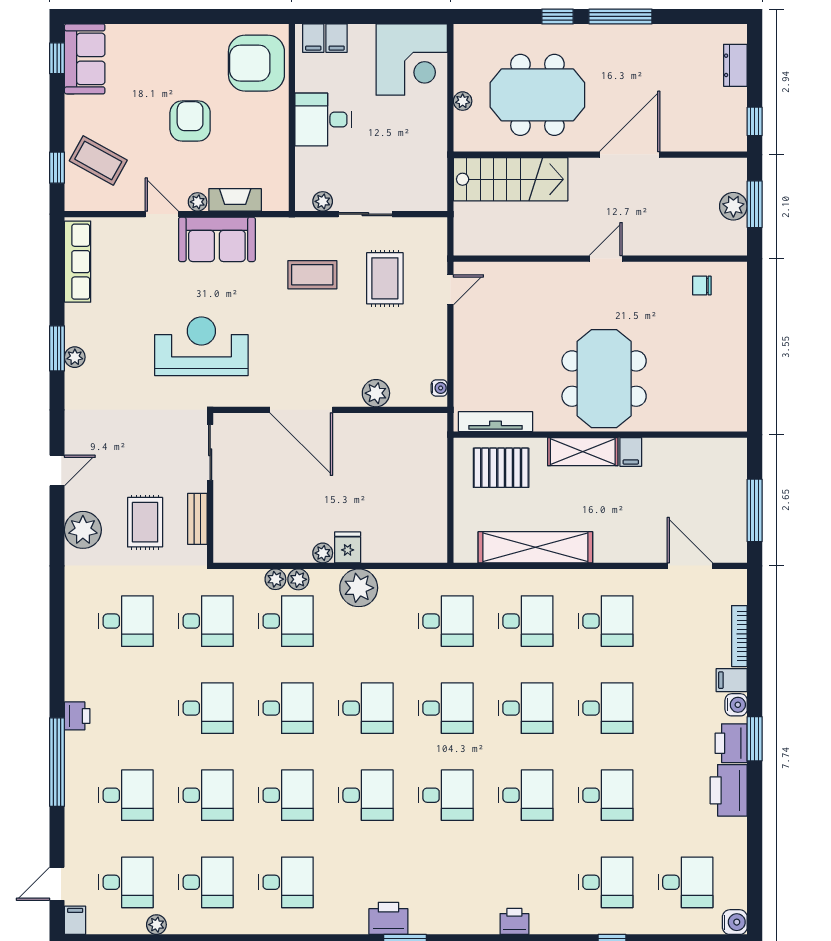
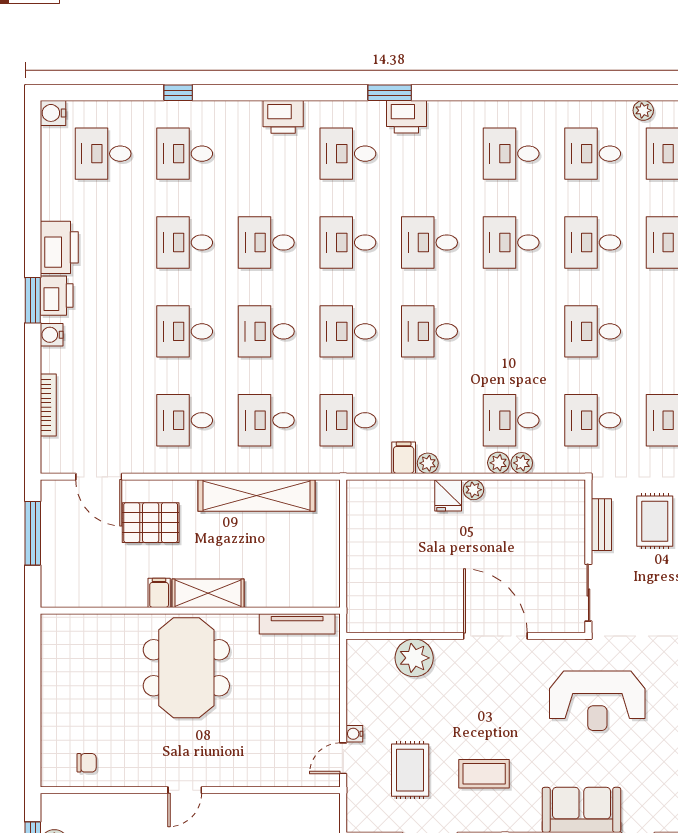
water cooler: (439, 388) -> (354, 734), moved
plant: (376, 393) -> (414, 658), width x1.36, depth x1.36
pallet: (501, 468) -> (151, 523), moved
plant: (359, 588) -> (428, 463), width x0.53, depth x0.53
filing cabinet: (732, 680) -> (404, 458), moved, turned -90
desk: (286, 708) -> (348, 154), moved
printer: (514, 921) -> (283, 117), width x1.36, depth x1.24

